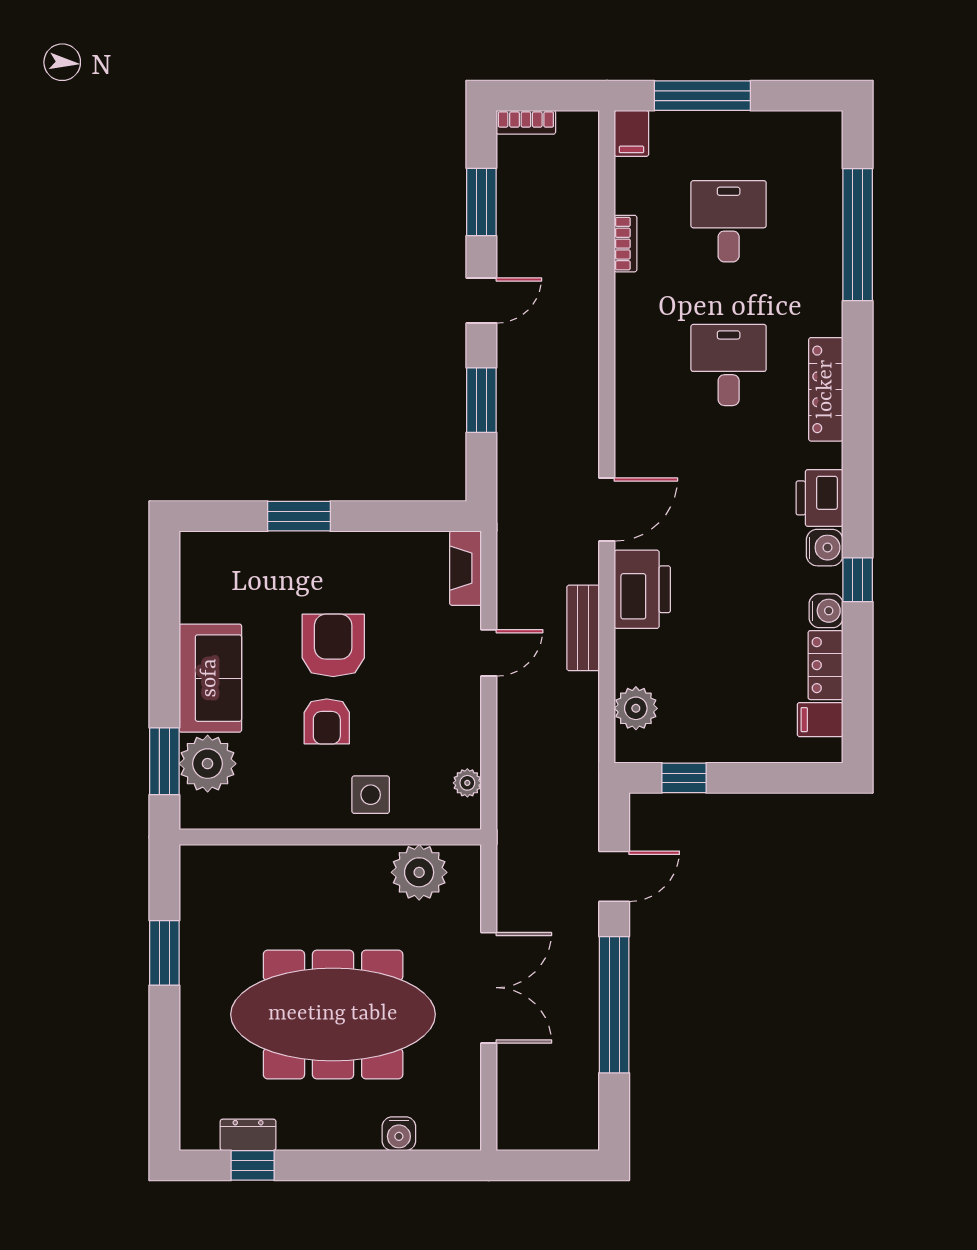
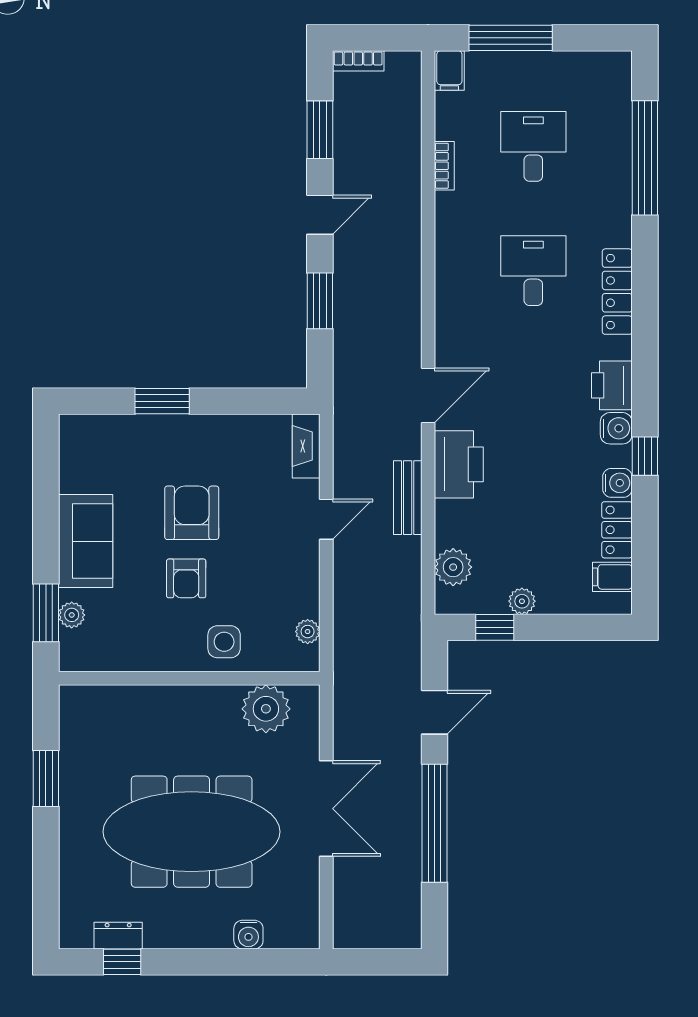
plant: (715, 748) -> (522, 601), added
plant: (208, 764) -> (72, 615), width x0.53, depth x0.53

